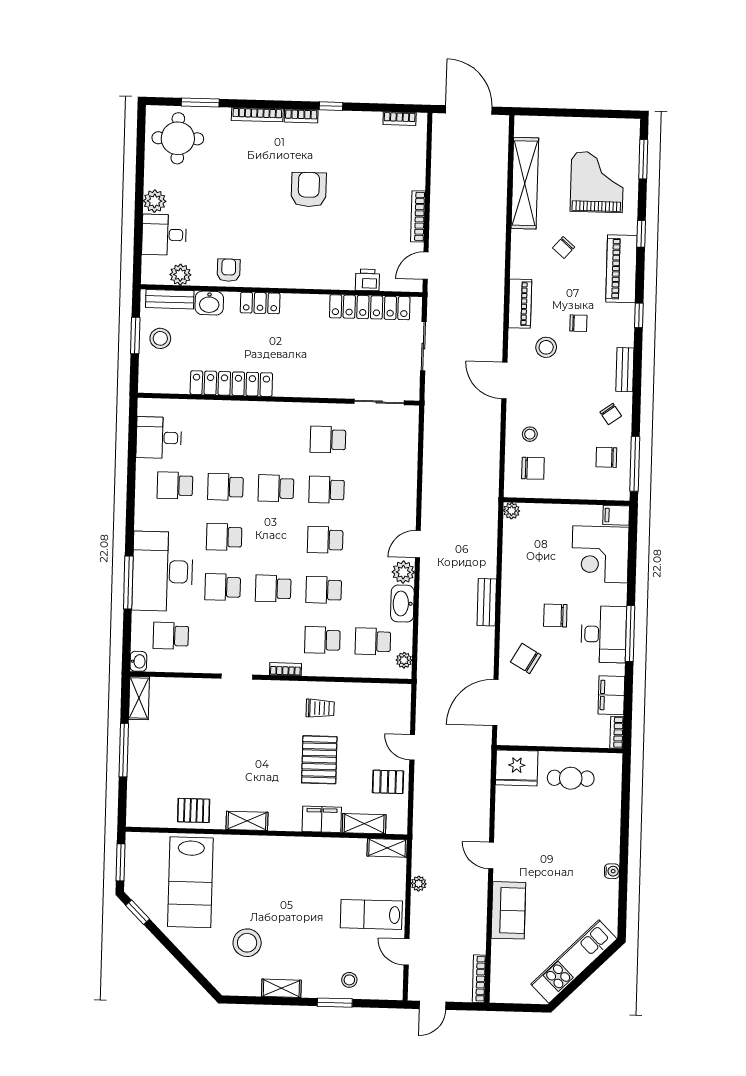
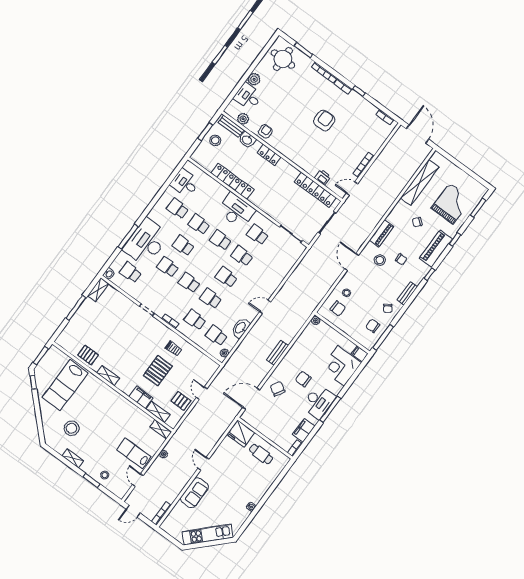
desk: (269, 425) -> (236, 211), added
plant: (403, 572) -> (250, 315), removed

